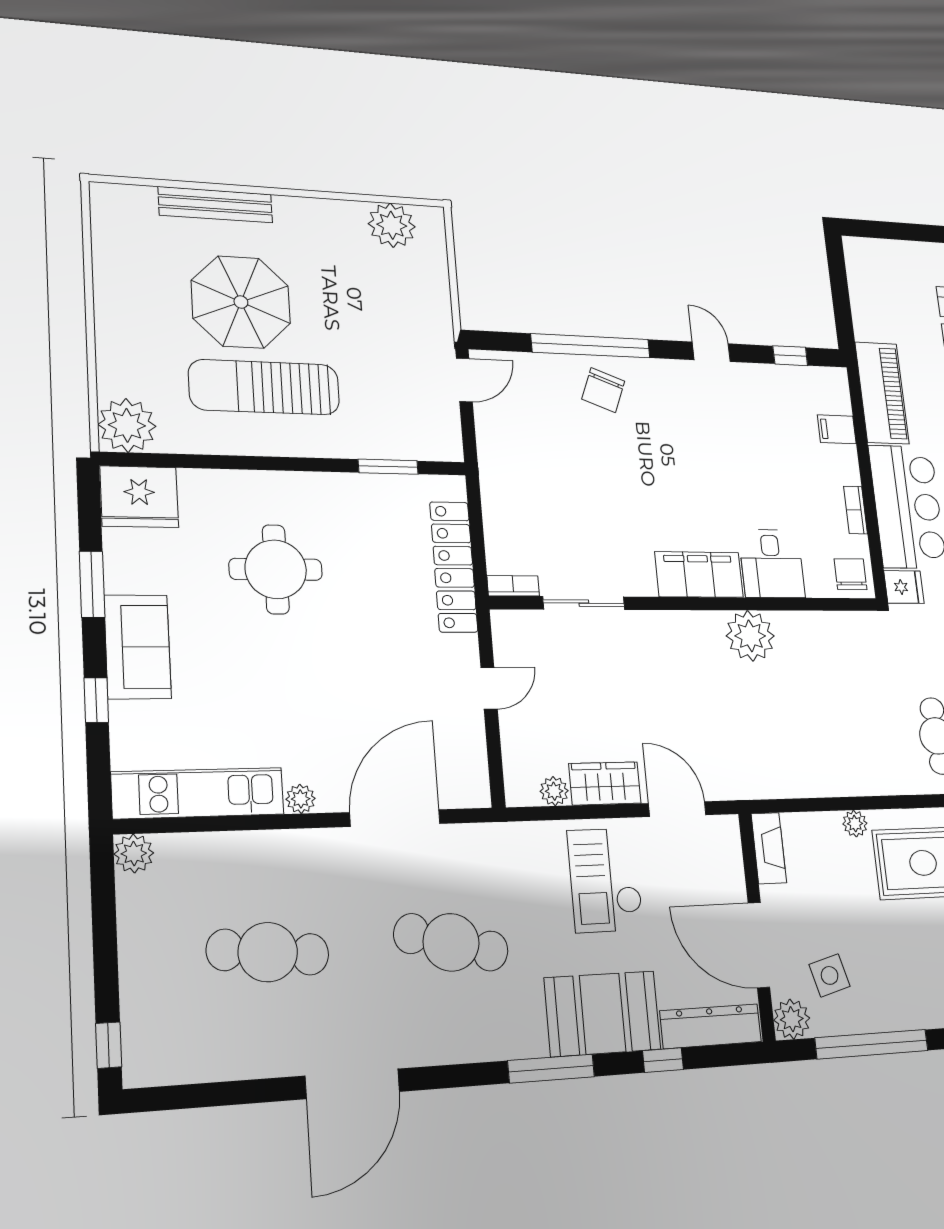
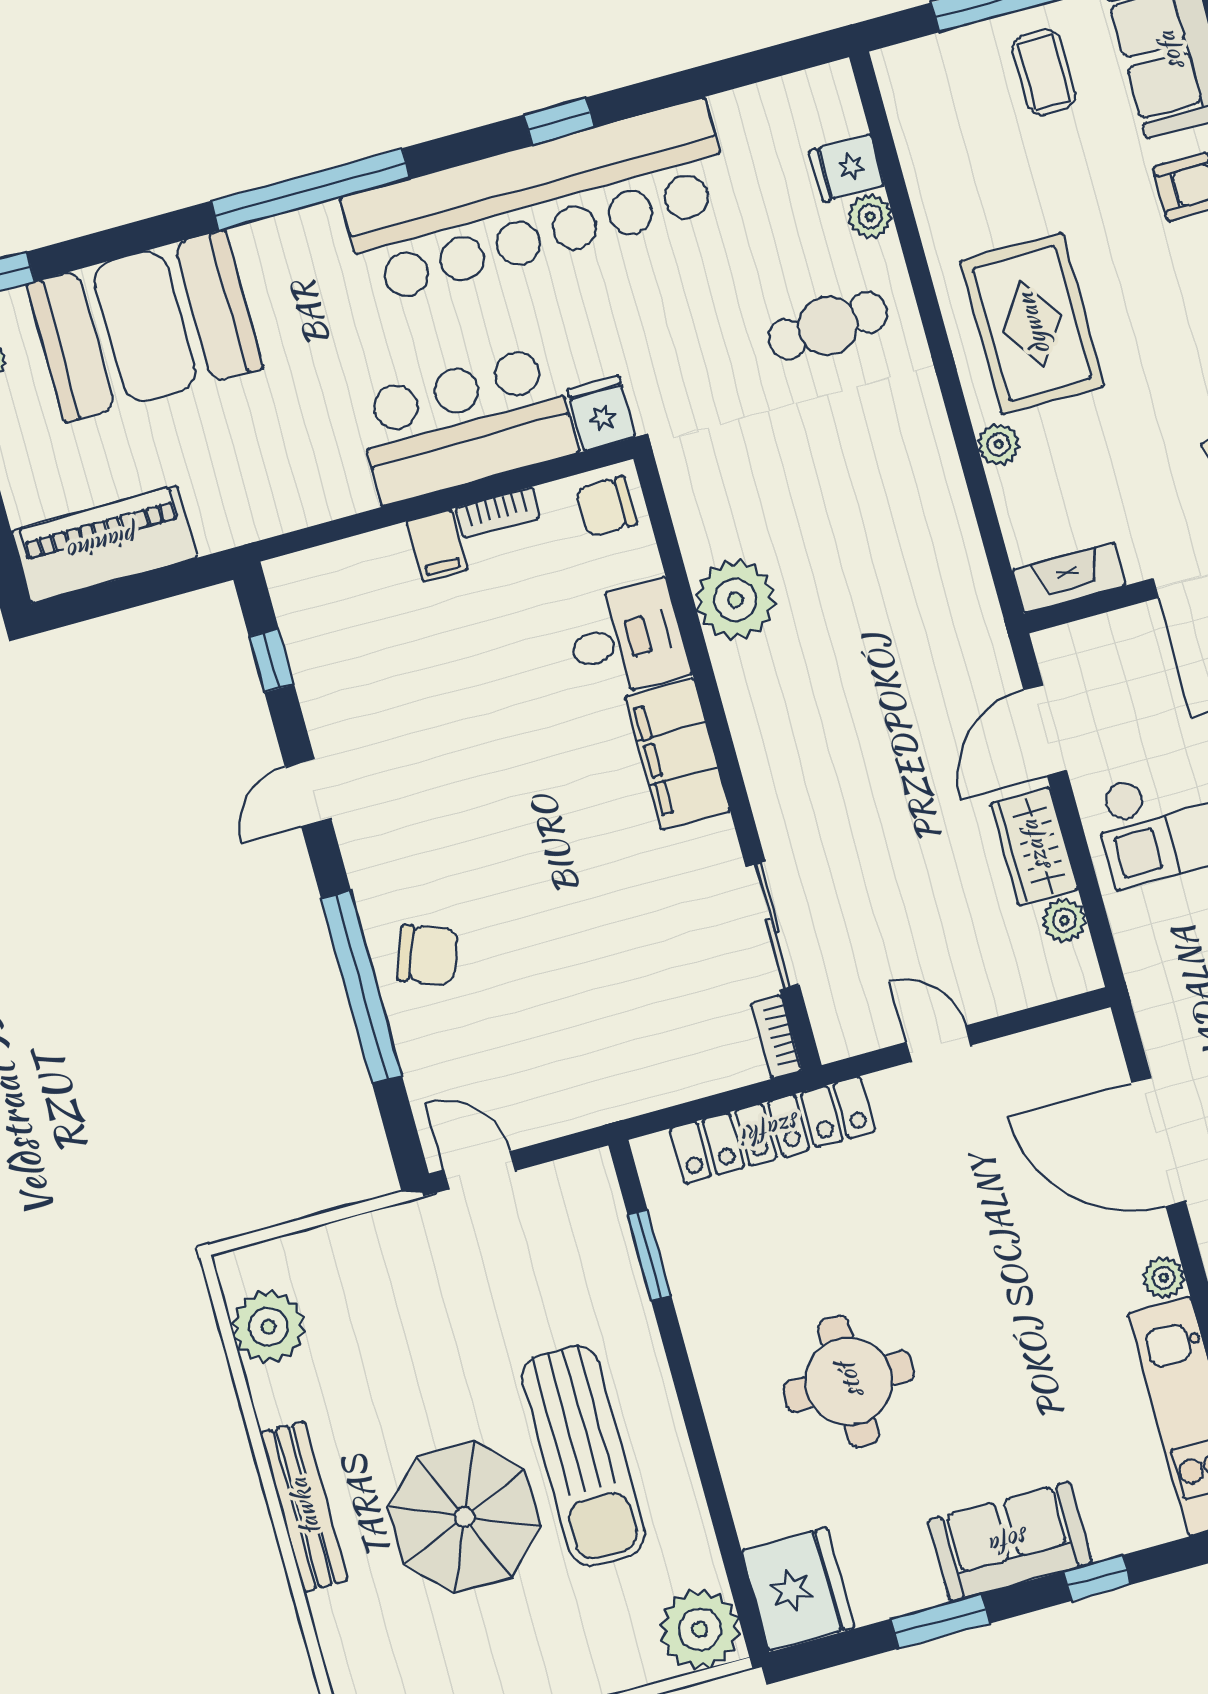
bench: (216, 205) -> (304, 1507), moved
piano: (882, 393) -> (104, 544), moved
filing cabinet: (837, 429) -> (437, 546), moved
plant: (750, 636) -> (735, 600), moved

